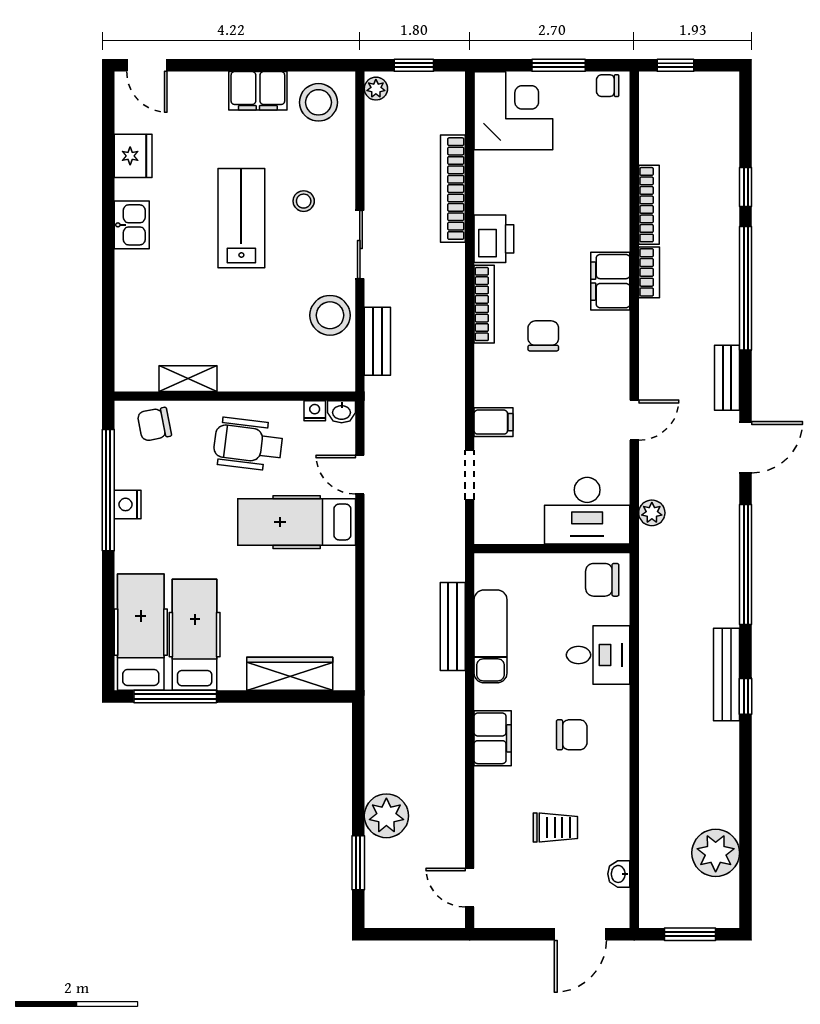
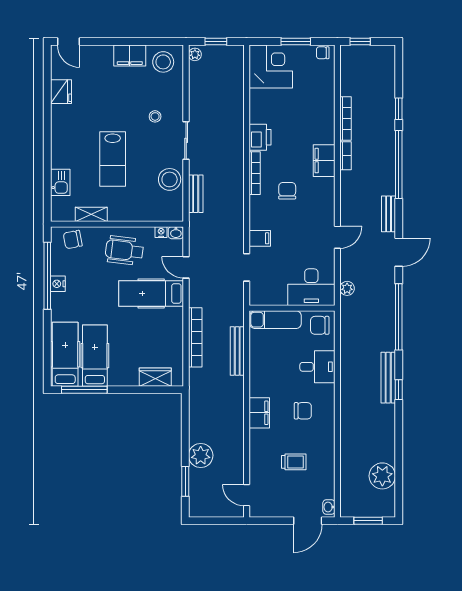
bookcase: (453, 189) -> (195, 337), moved, turned 180
lab bench: (241, 218) -> (113, 159), moved, turned 180
kitchen sink: (132, 225) -> (60, 182), moved
exam couch: (491, 636) -> (276, 320), moved, turned 90
wardrobe: (290, 674) -> (155, 377), width x0.67
washbasin: (619, 874) -> (329, 507), moved

